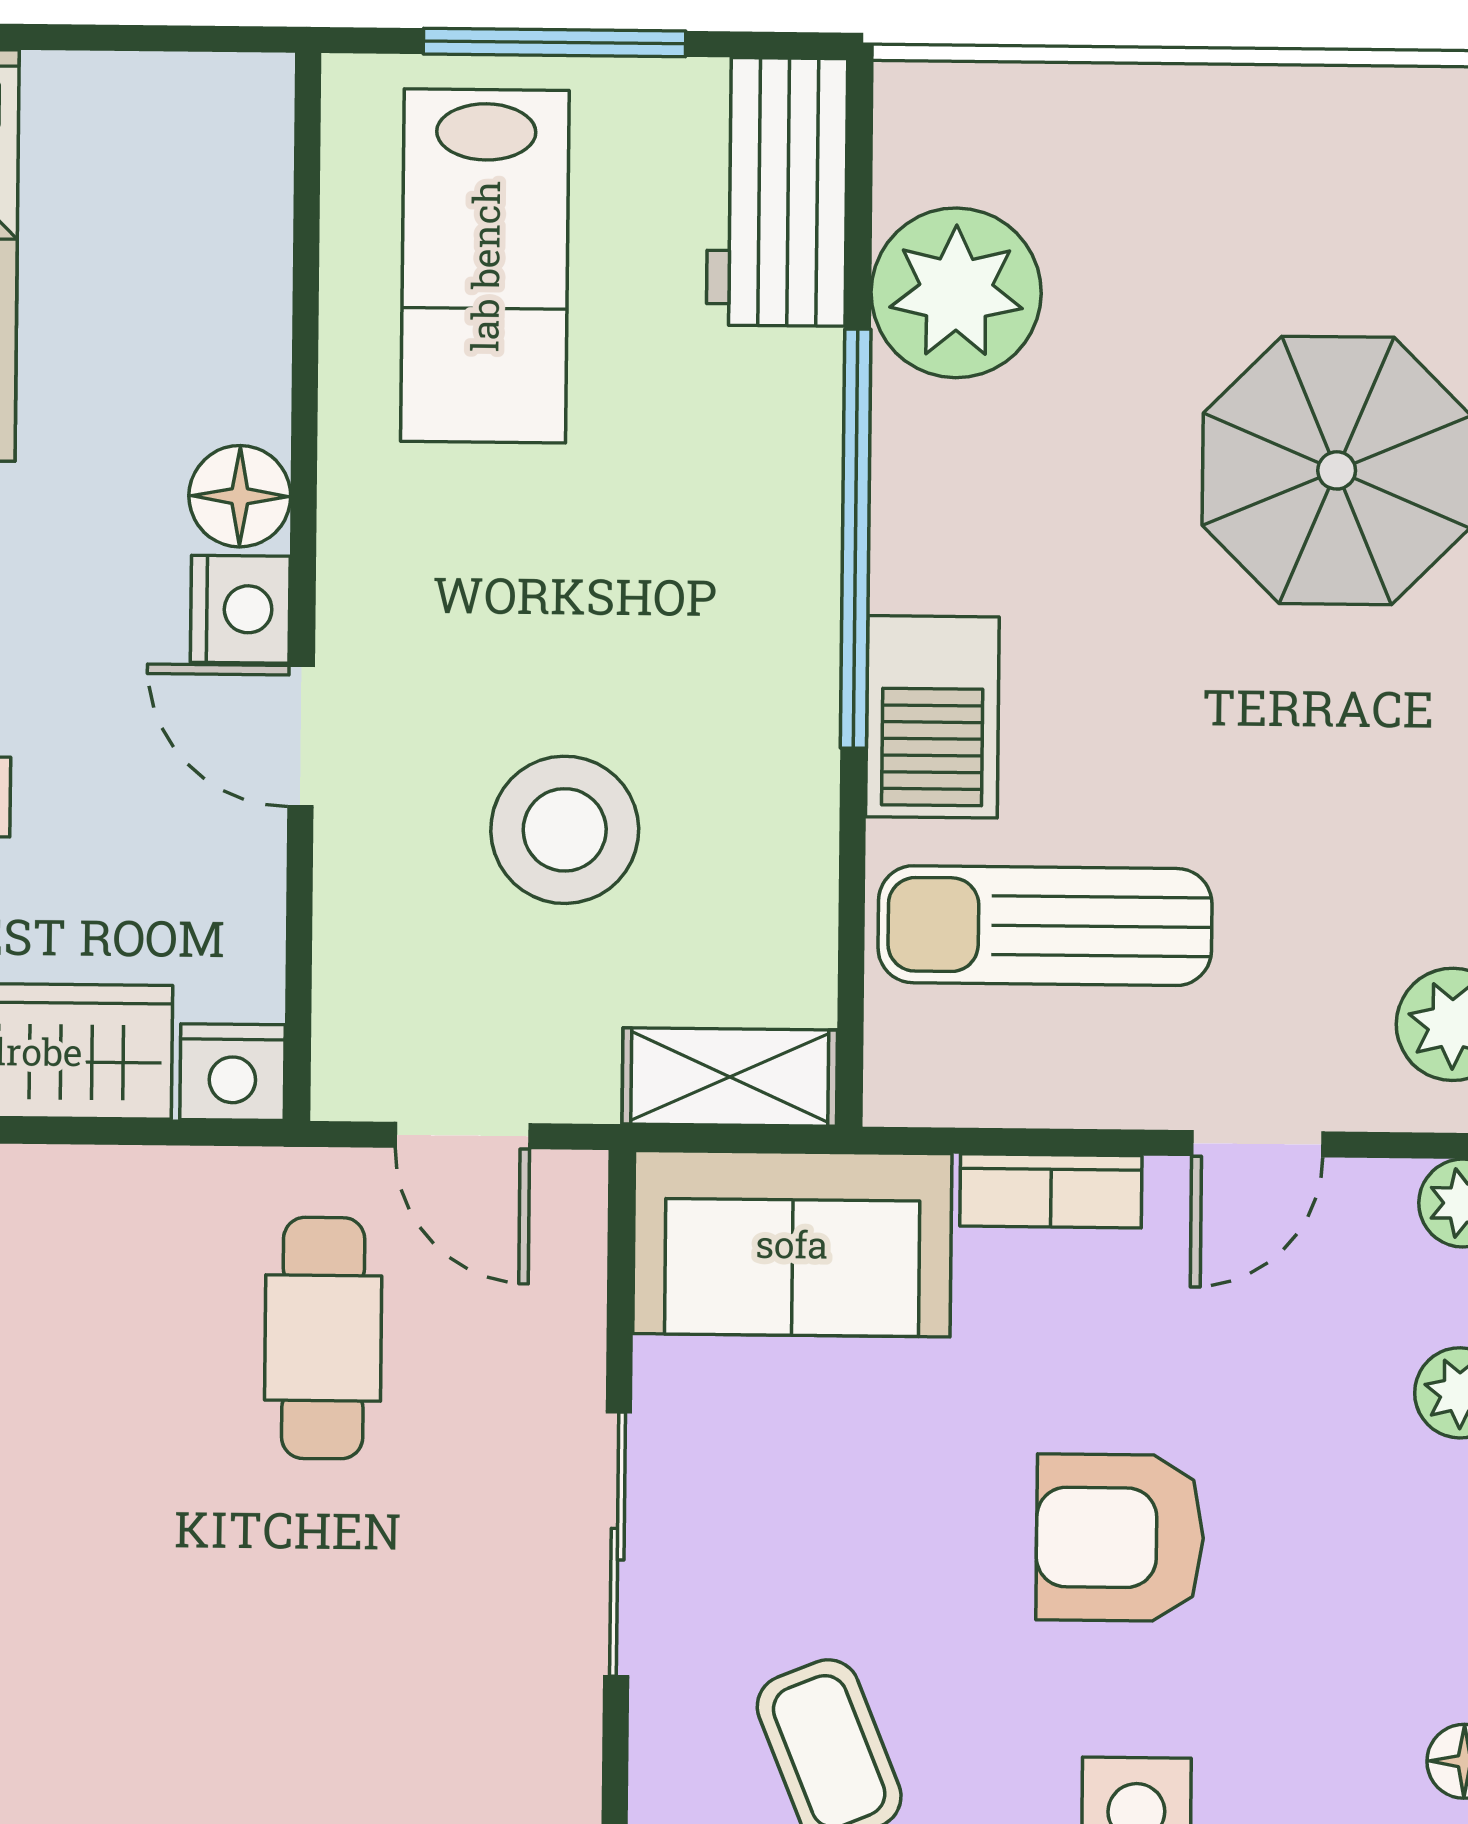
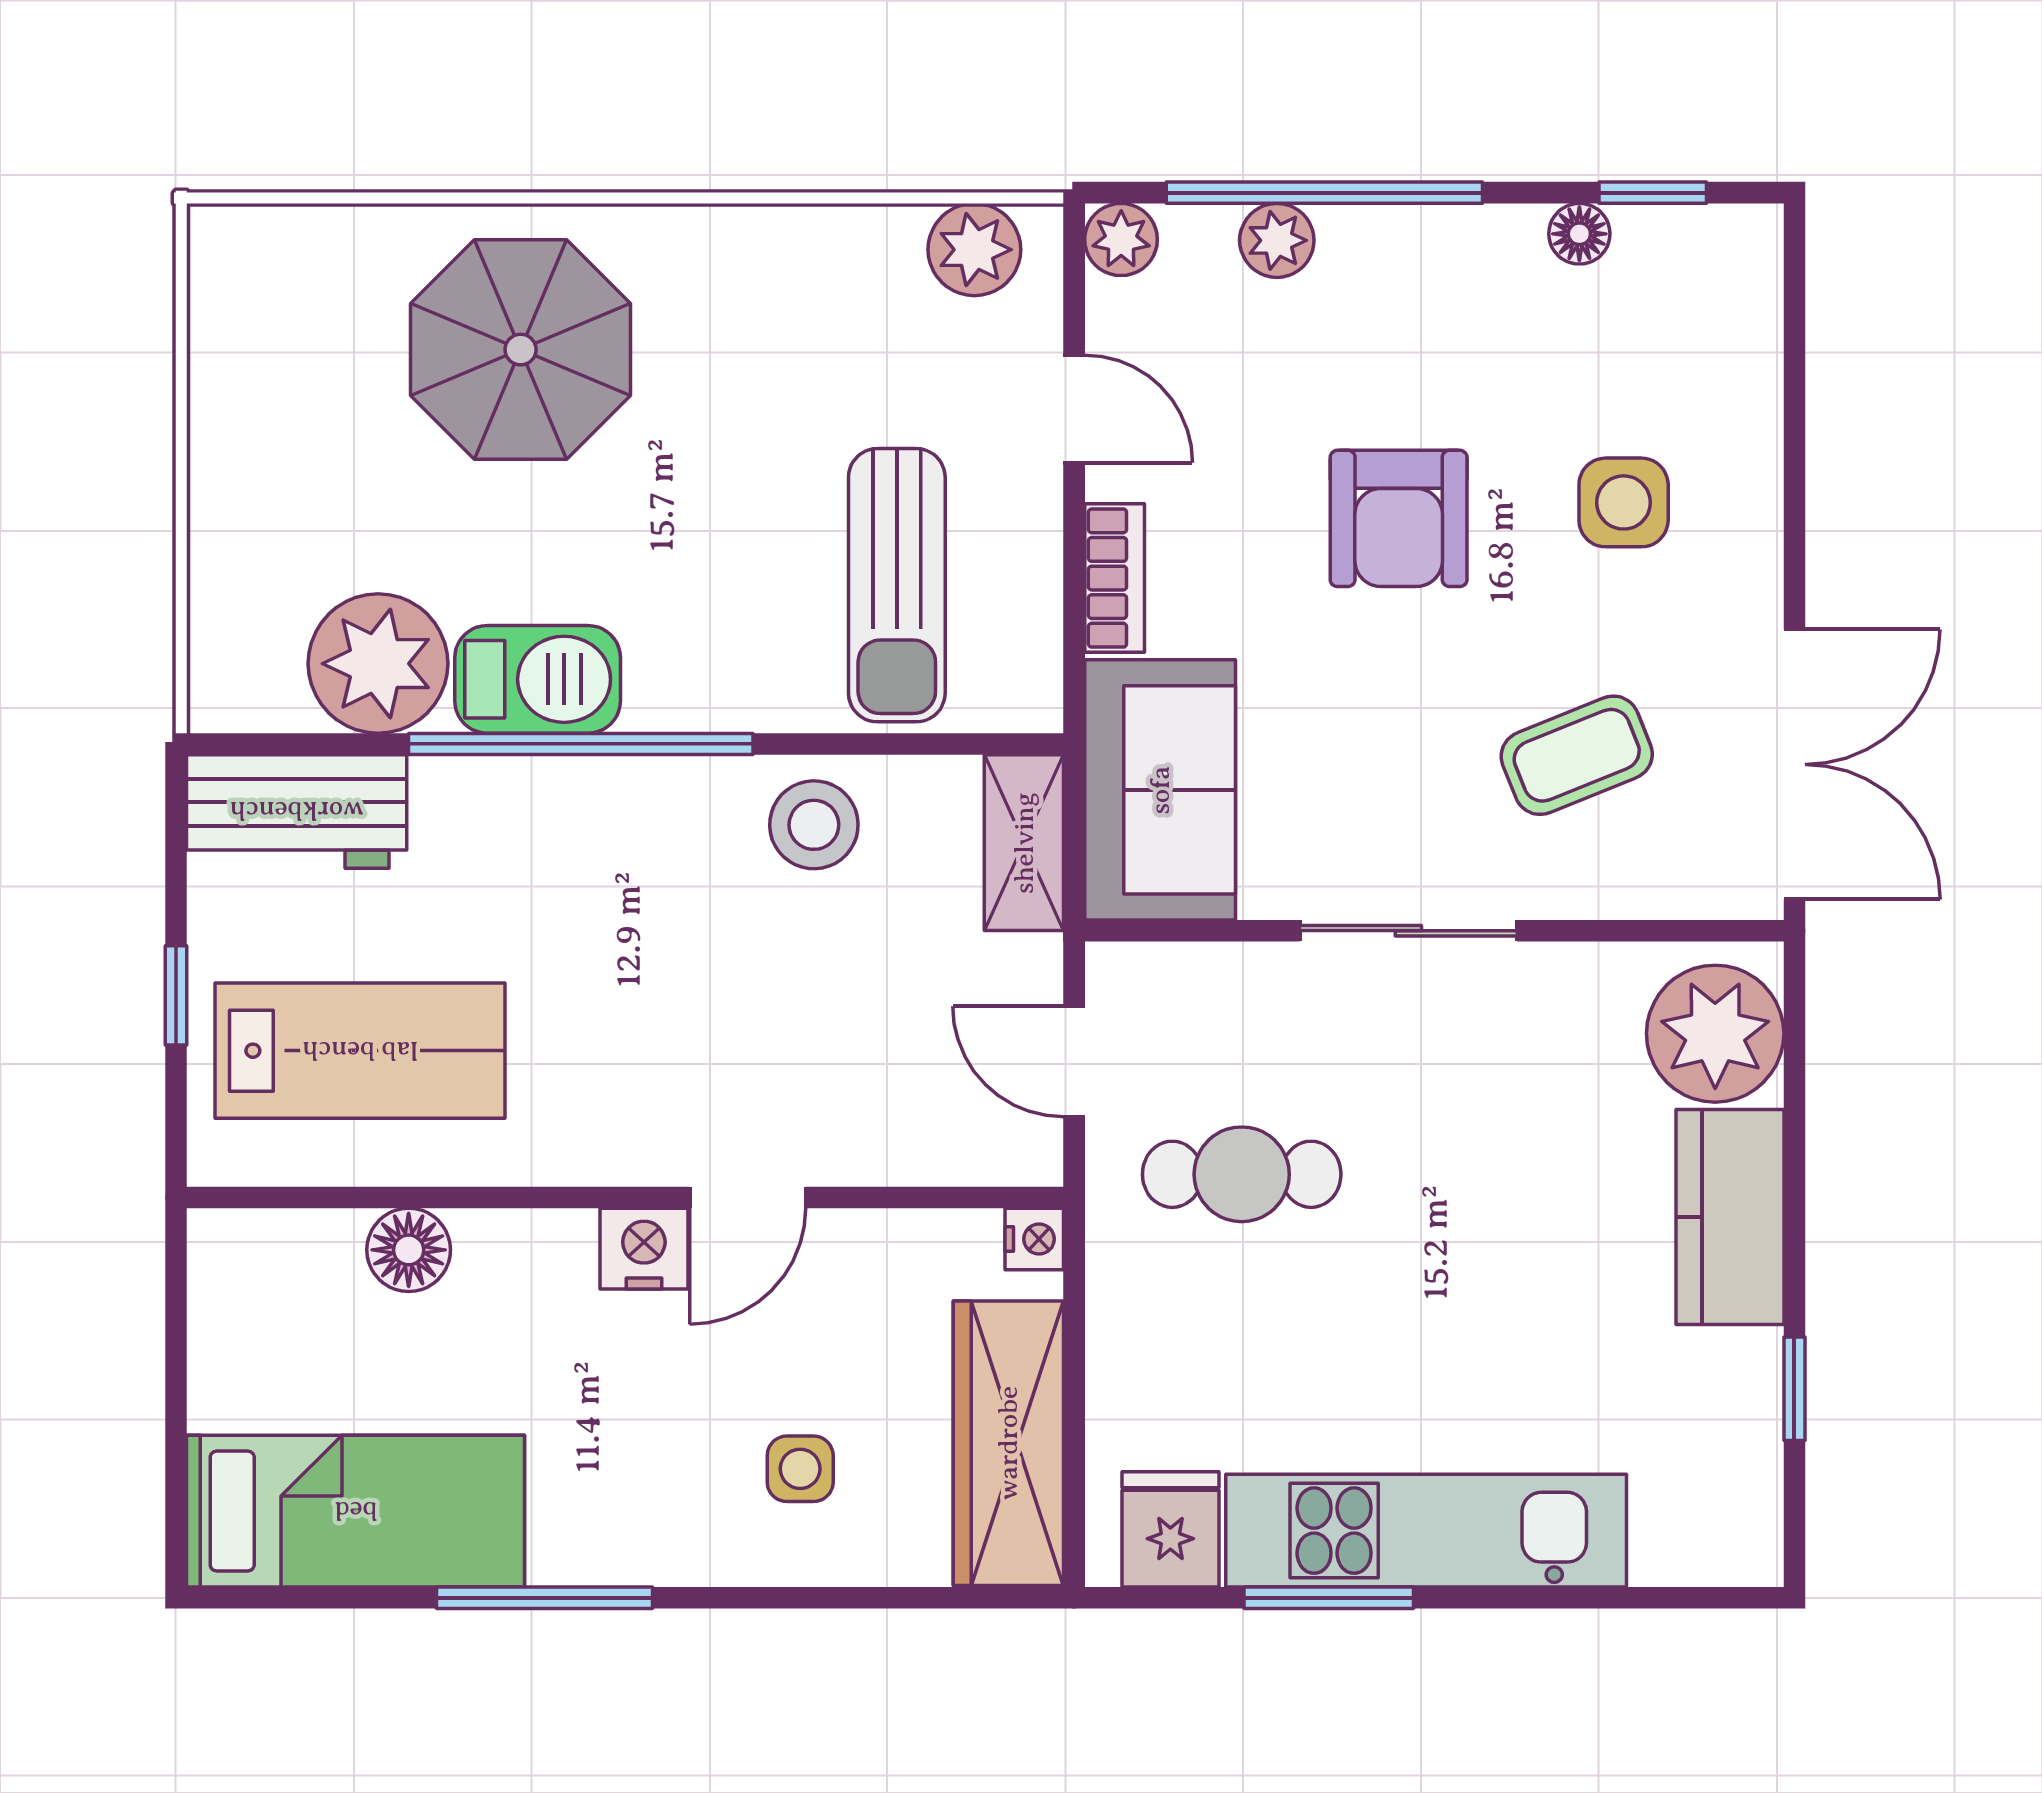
window: (555, 43) -> (176, 995), width x0.46
floor lamp: (240, 496) -> (409, 1250), moved
barbecue: (932, 717) -> (538, 679), moved
stool: (565, 830) -> (814, 825), moved, width x0.73, depth x0.73
nightstand: (232, 1072) -> (1034, 1239), width x0.72, depth x0.74
door: (463, 1135) -> (1074, 1062), swing flipped

